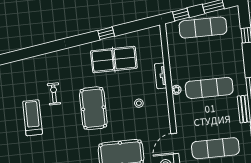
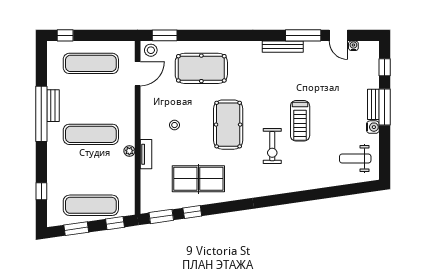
window: (142, 24) -> (161, 216), added
window: (106, 33) -> (192, 212), moved
plant: (176, 90) -> (129, 151), moved
exercise bike: (54, 94) -> (272, 146), width x1.38, depth x1.39

